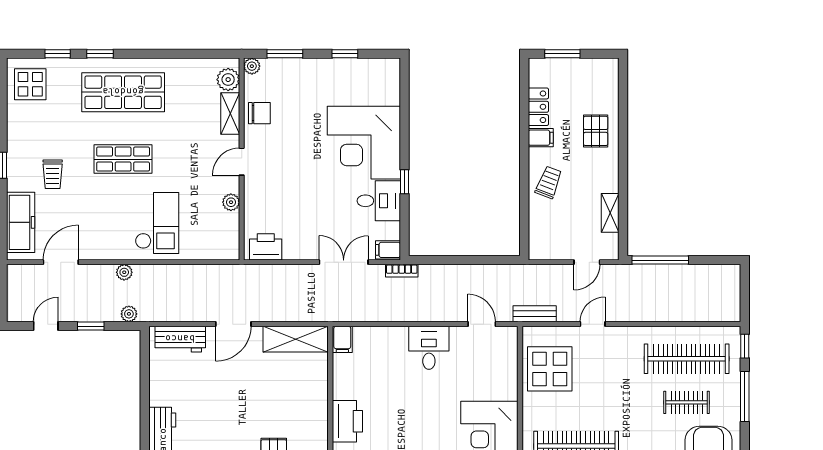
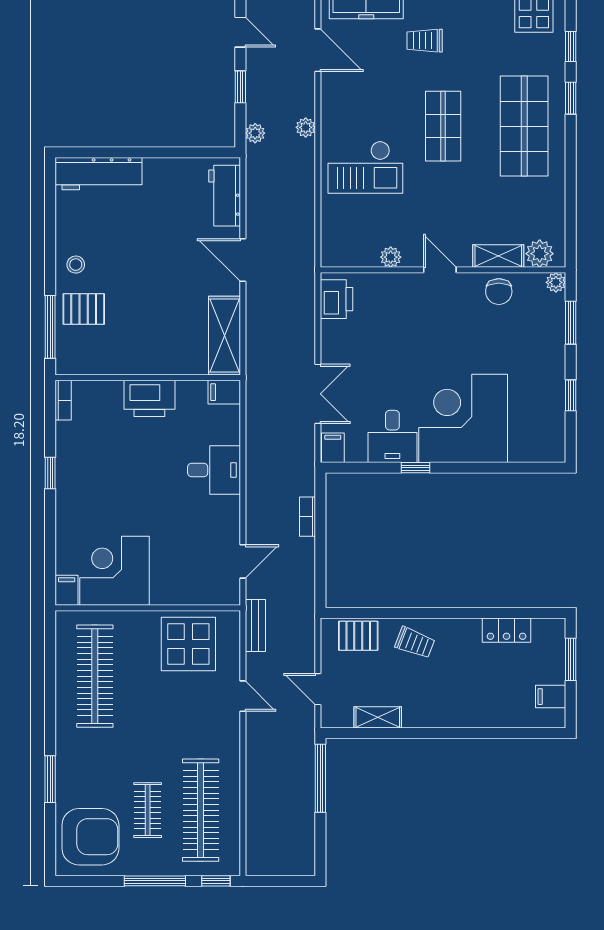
pallet: (596, 131) -> (358, 636), moved
filing cabinet: (541, 138) -> (551, 697), moved, turned 90
bookcase: (402, 271) -> (308, 517), moved
desk: (429, 348) -> (214, 470), moved
printer: (347, 421) -> (149, 398), moved

